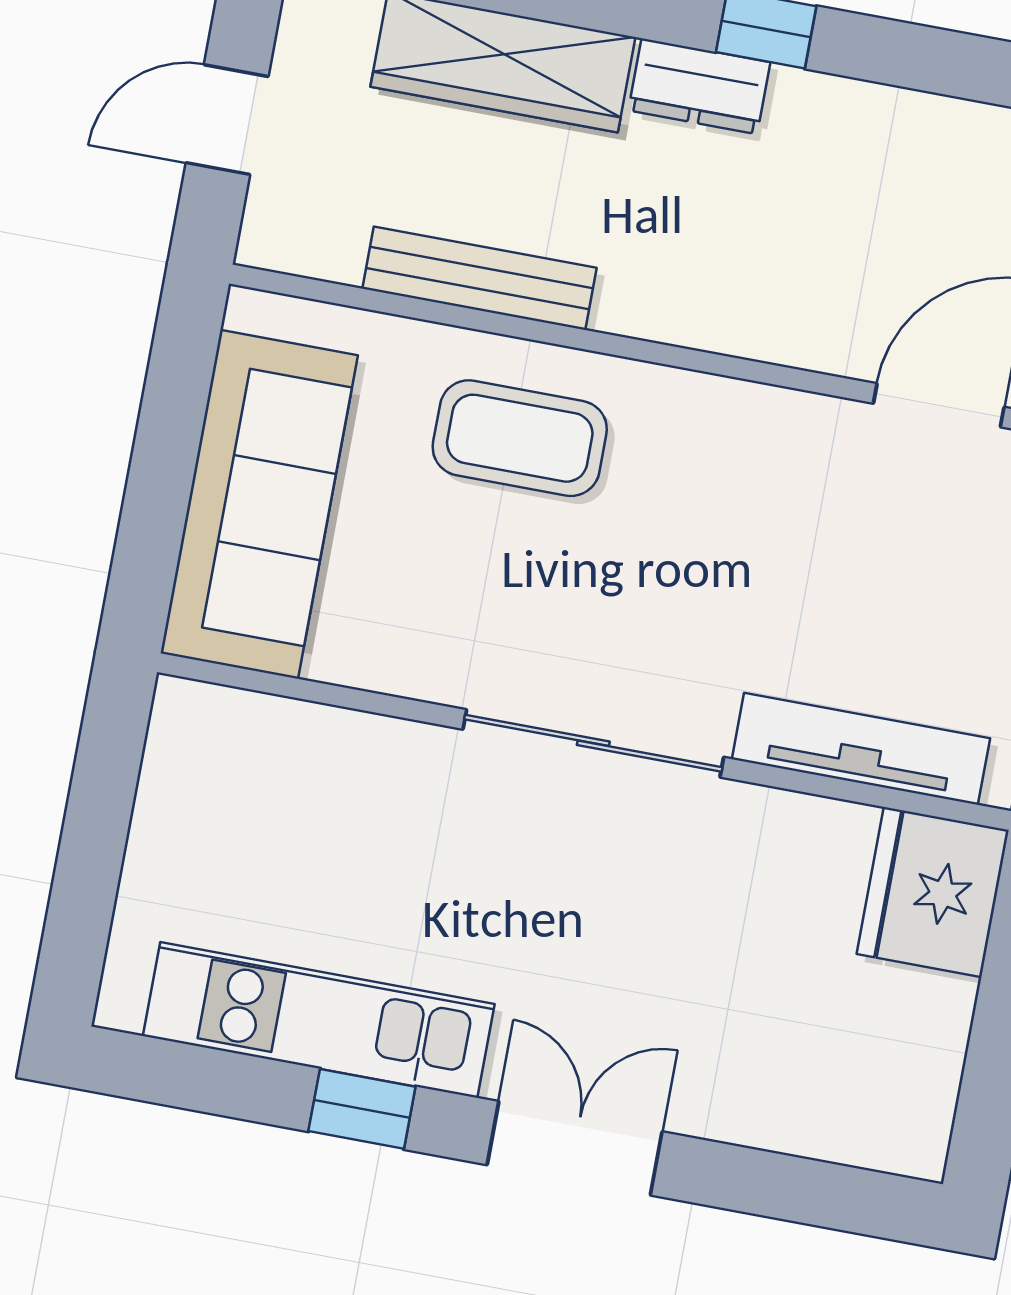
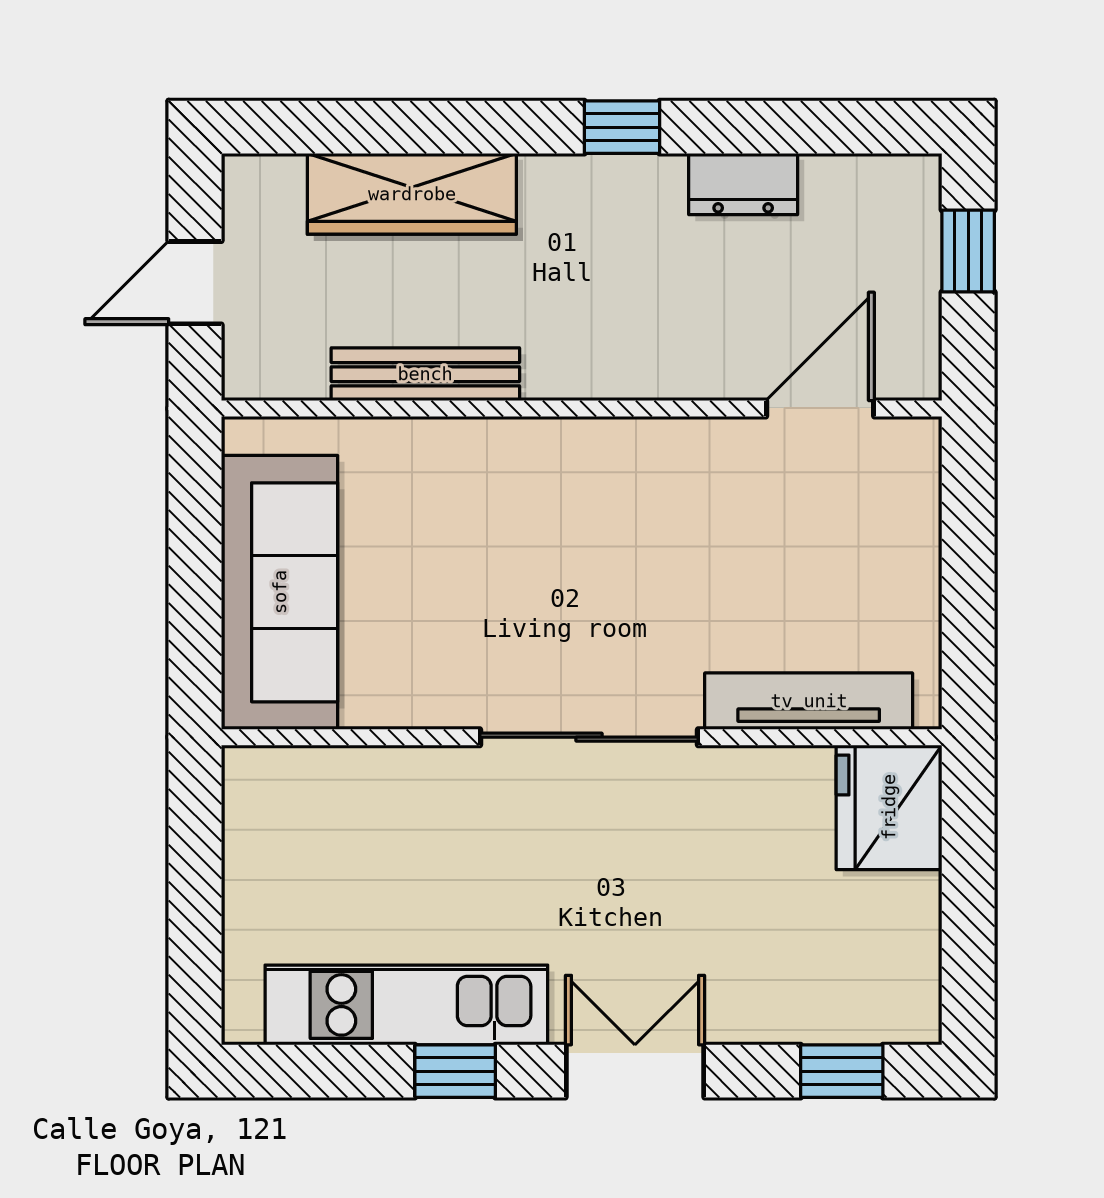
dresser: (699, 86) -> (743, 184), moved
coffee table: (520, 438) -> (483, 499), removed
window: (819, 1194) -> (842, 1071), added

